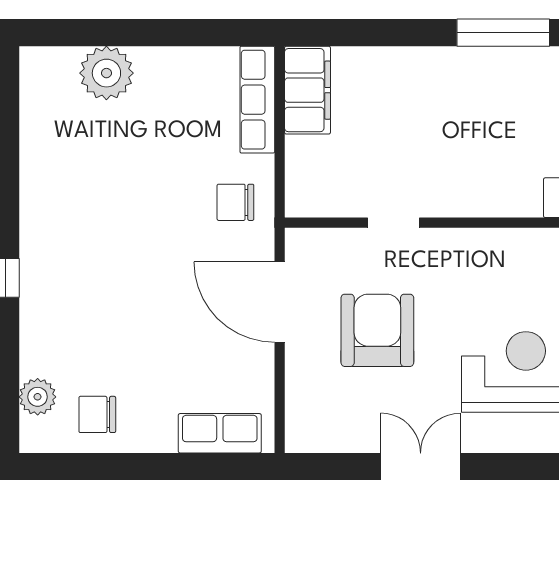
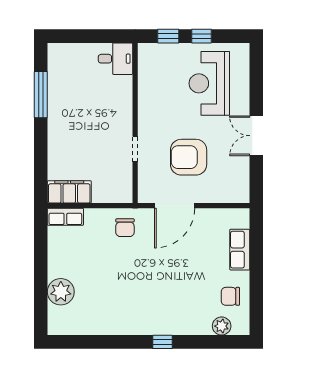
row of seats: (257, 100) -> (65, 217), width x0.68
chair: (97, 414) -> (230, 296), turned 90
row of seats: (220, 433) -> (240, 250), moved

